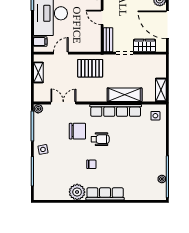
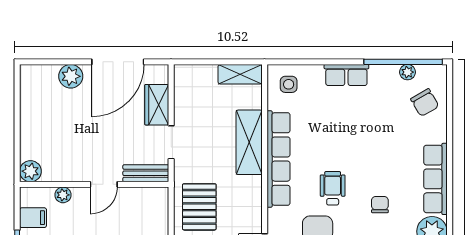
row of seats: (160, 147) -> (346, 75), added
chair: (146, 188) -> (425, 103), added

